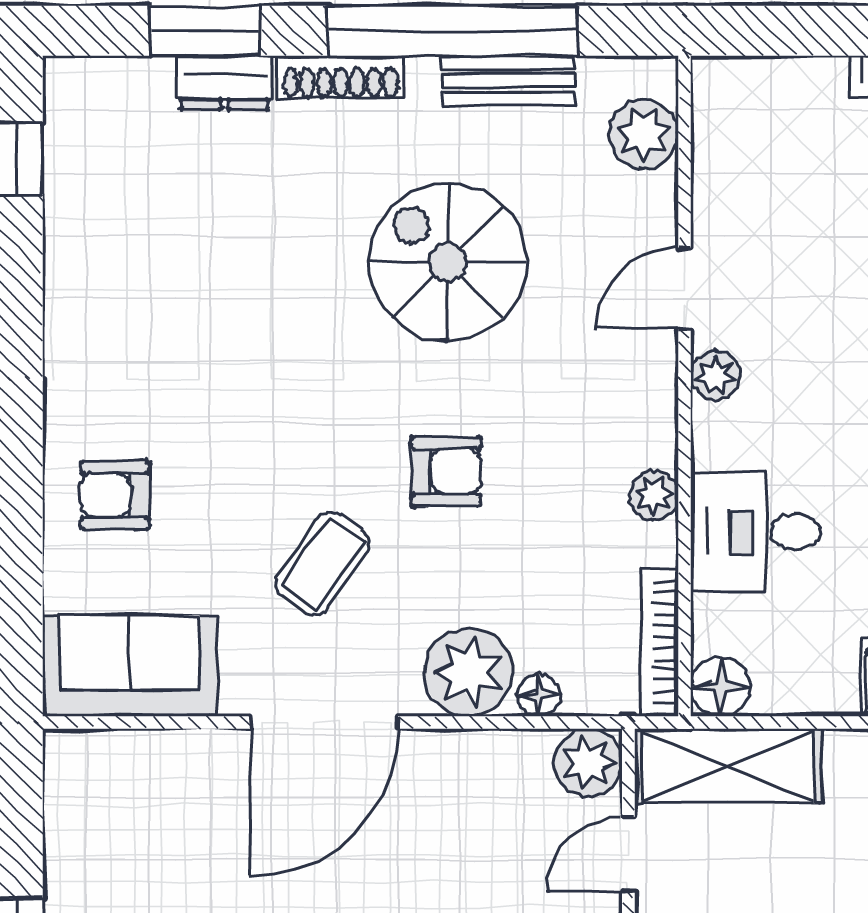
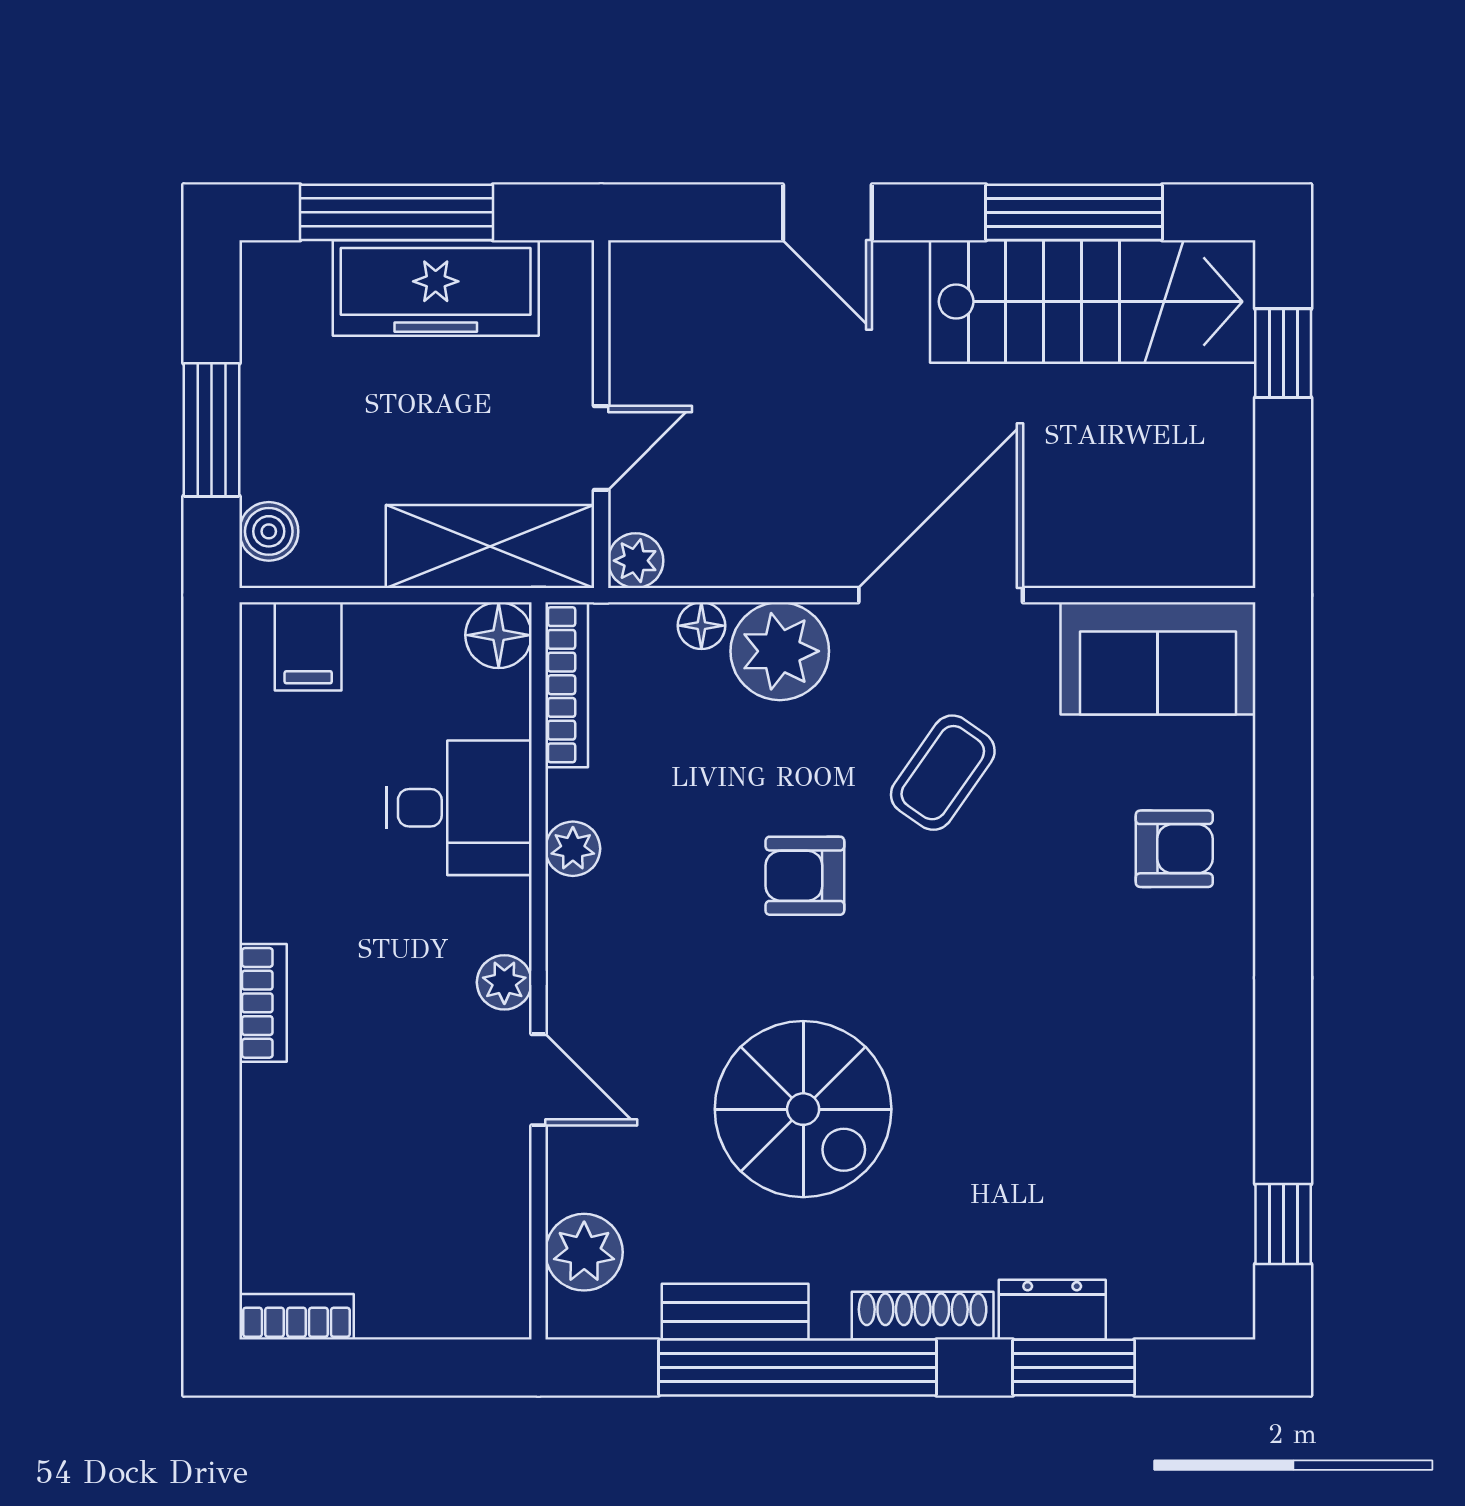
door: (684, 288) -> (539, 1080), hinge flipped
plant: (588, 763) -> (636, 561), width x0.73, depth x0.73

